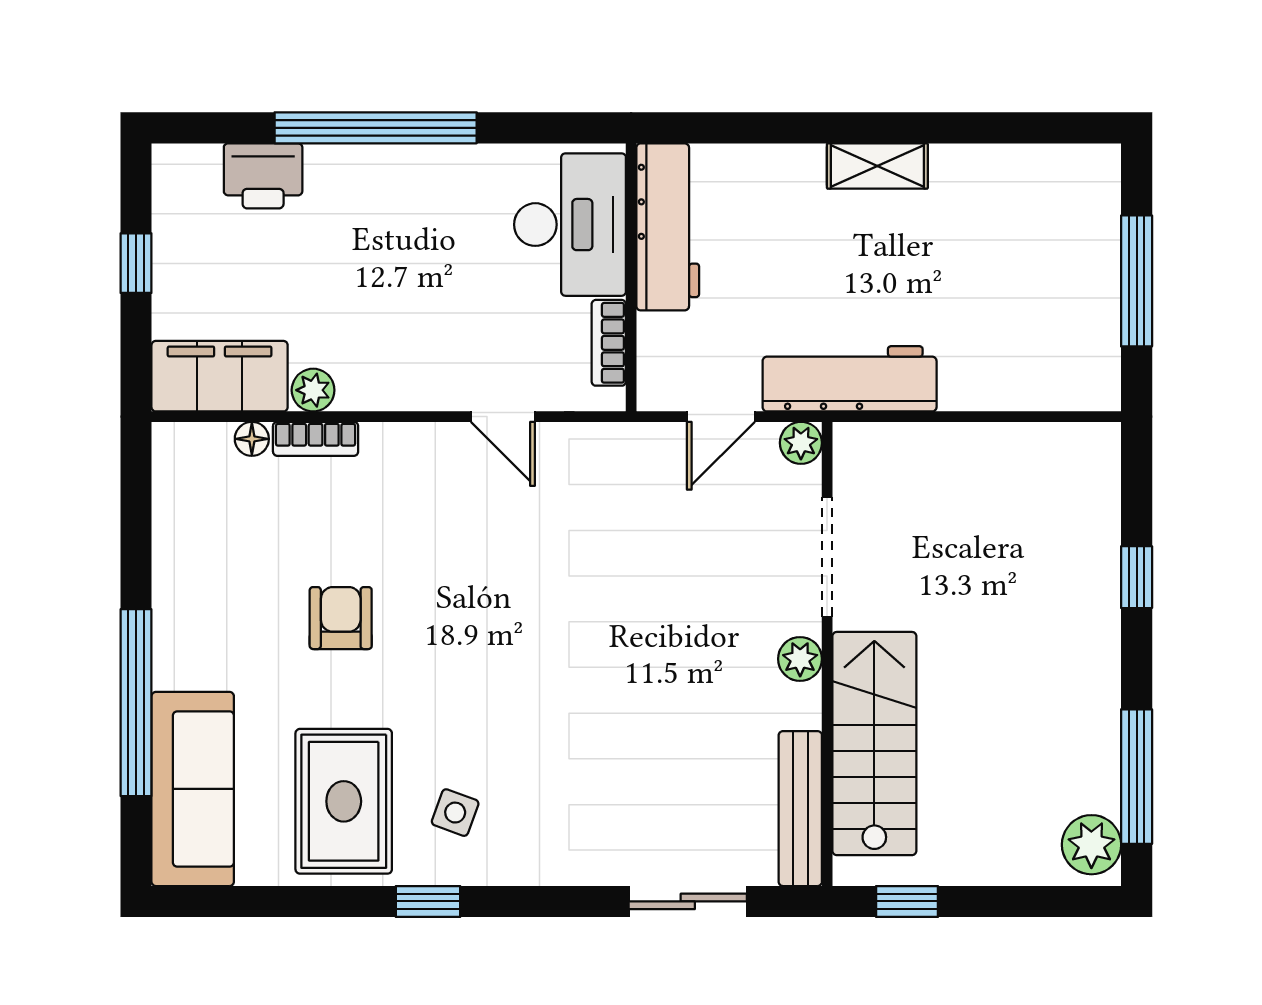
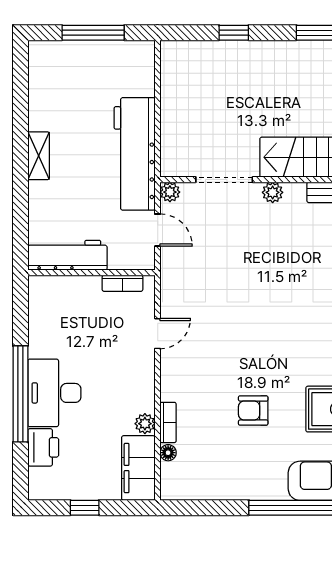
desk: (570, 225) -> (54, 393), moved, turned -90
workbench: (850, 379) -> (135, 154), width x1.36, depth x1.32

